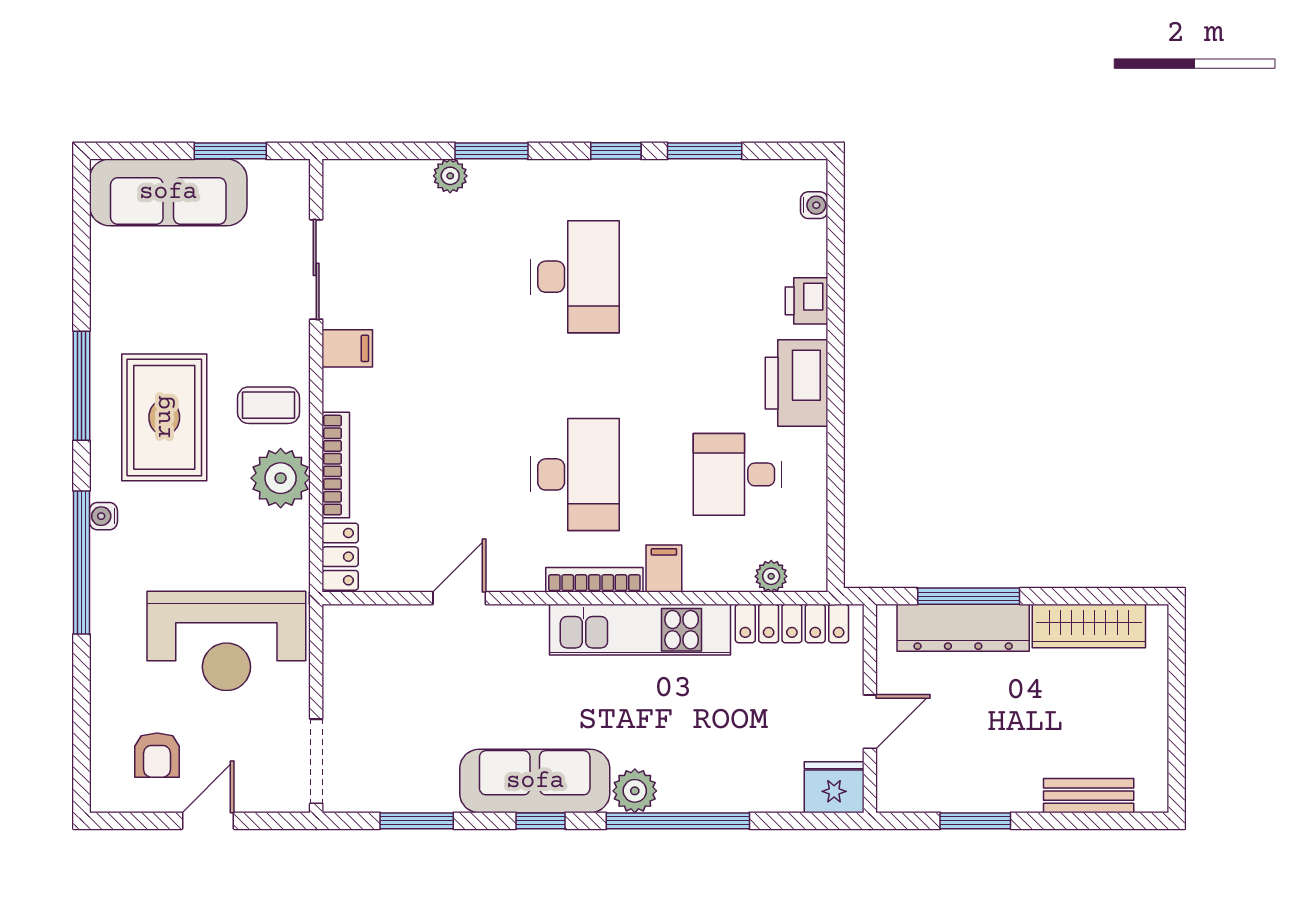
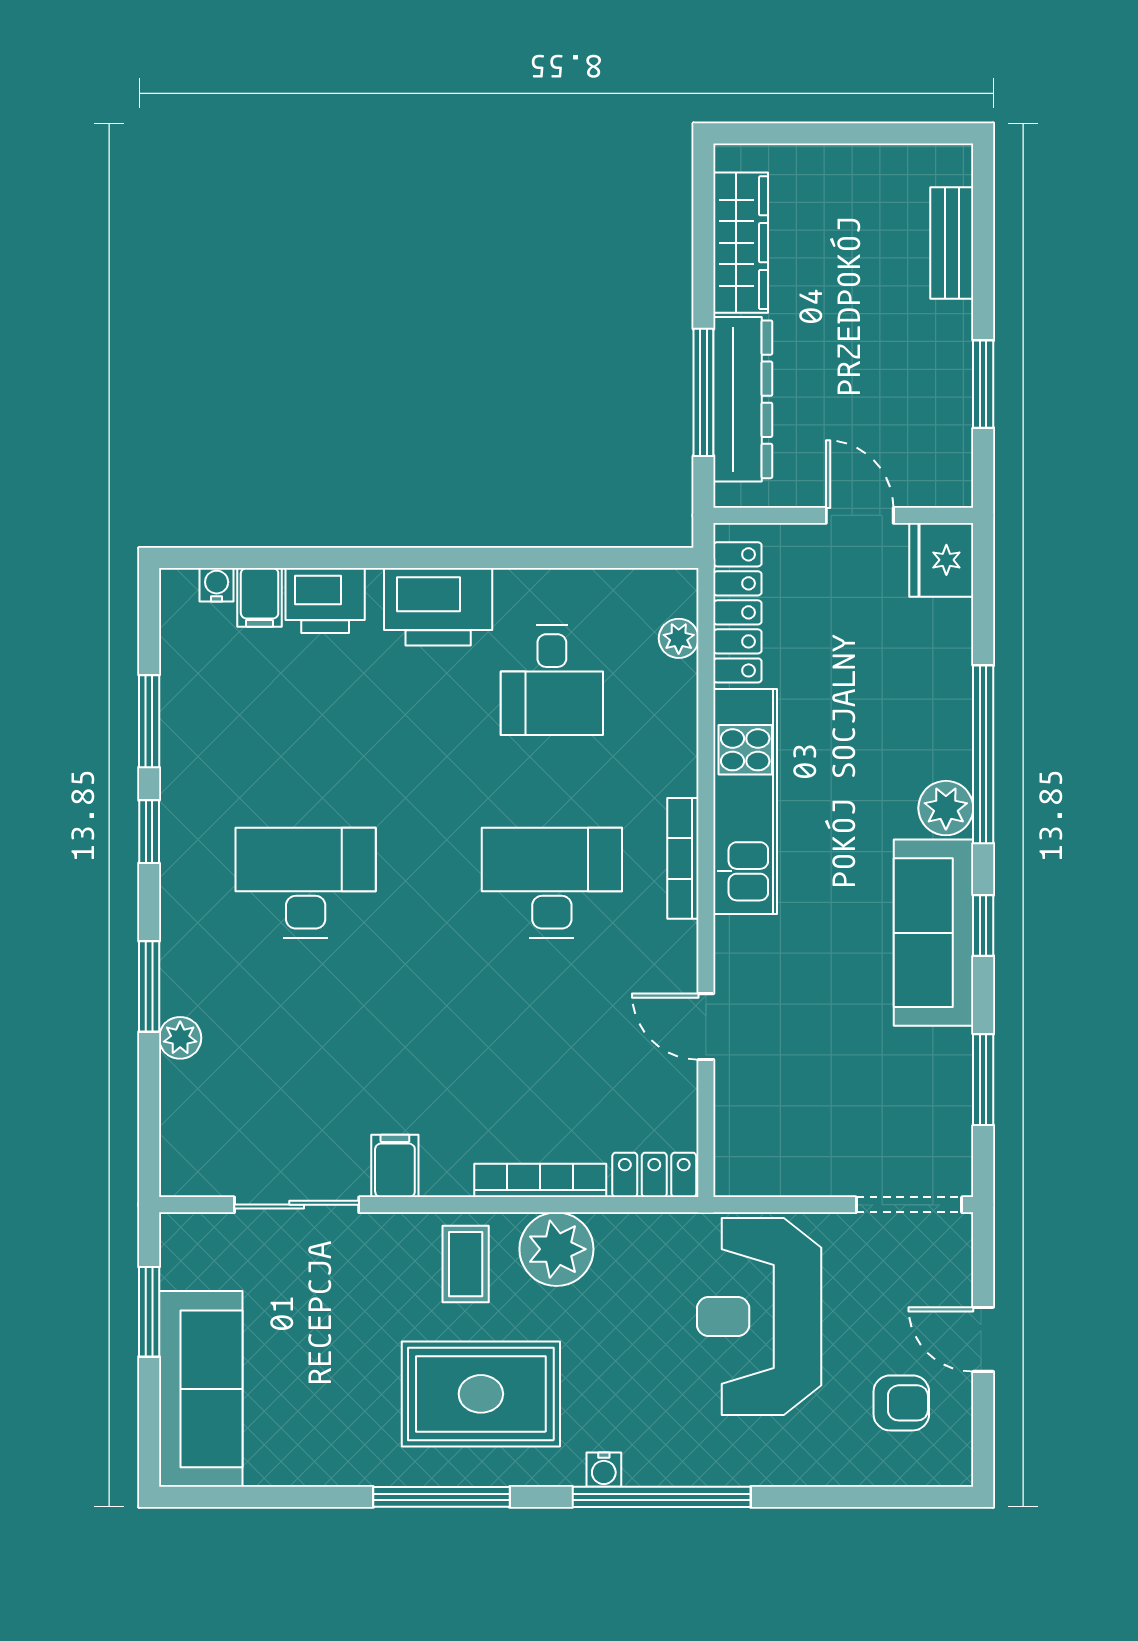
printer: (807, 301) -> (325, 601), width x1.36, depth x1.24
filing cabinet: (664, 568) -> (260, 597), moved, turned -90
reception desk: (226, 641) -> (759, 1317), turned 180

